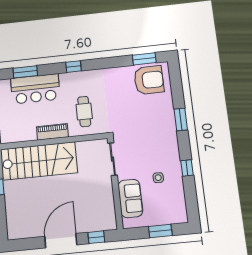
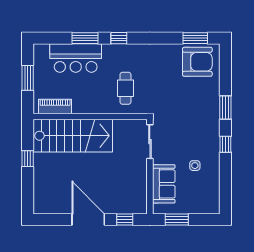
window: (25, 72) -> (85, 38), moved
piano: (52, 132) -> (55, 106), moved
window: (187, 168) -> (225, 144), moved
window: (160, 231) -> (177, 219), moved
door: (61, 241) -> (88, 219), hinge flipped

